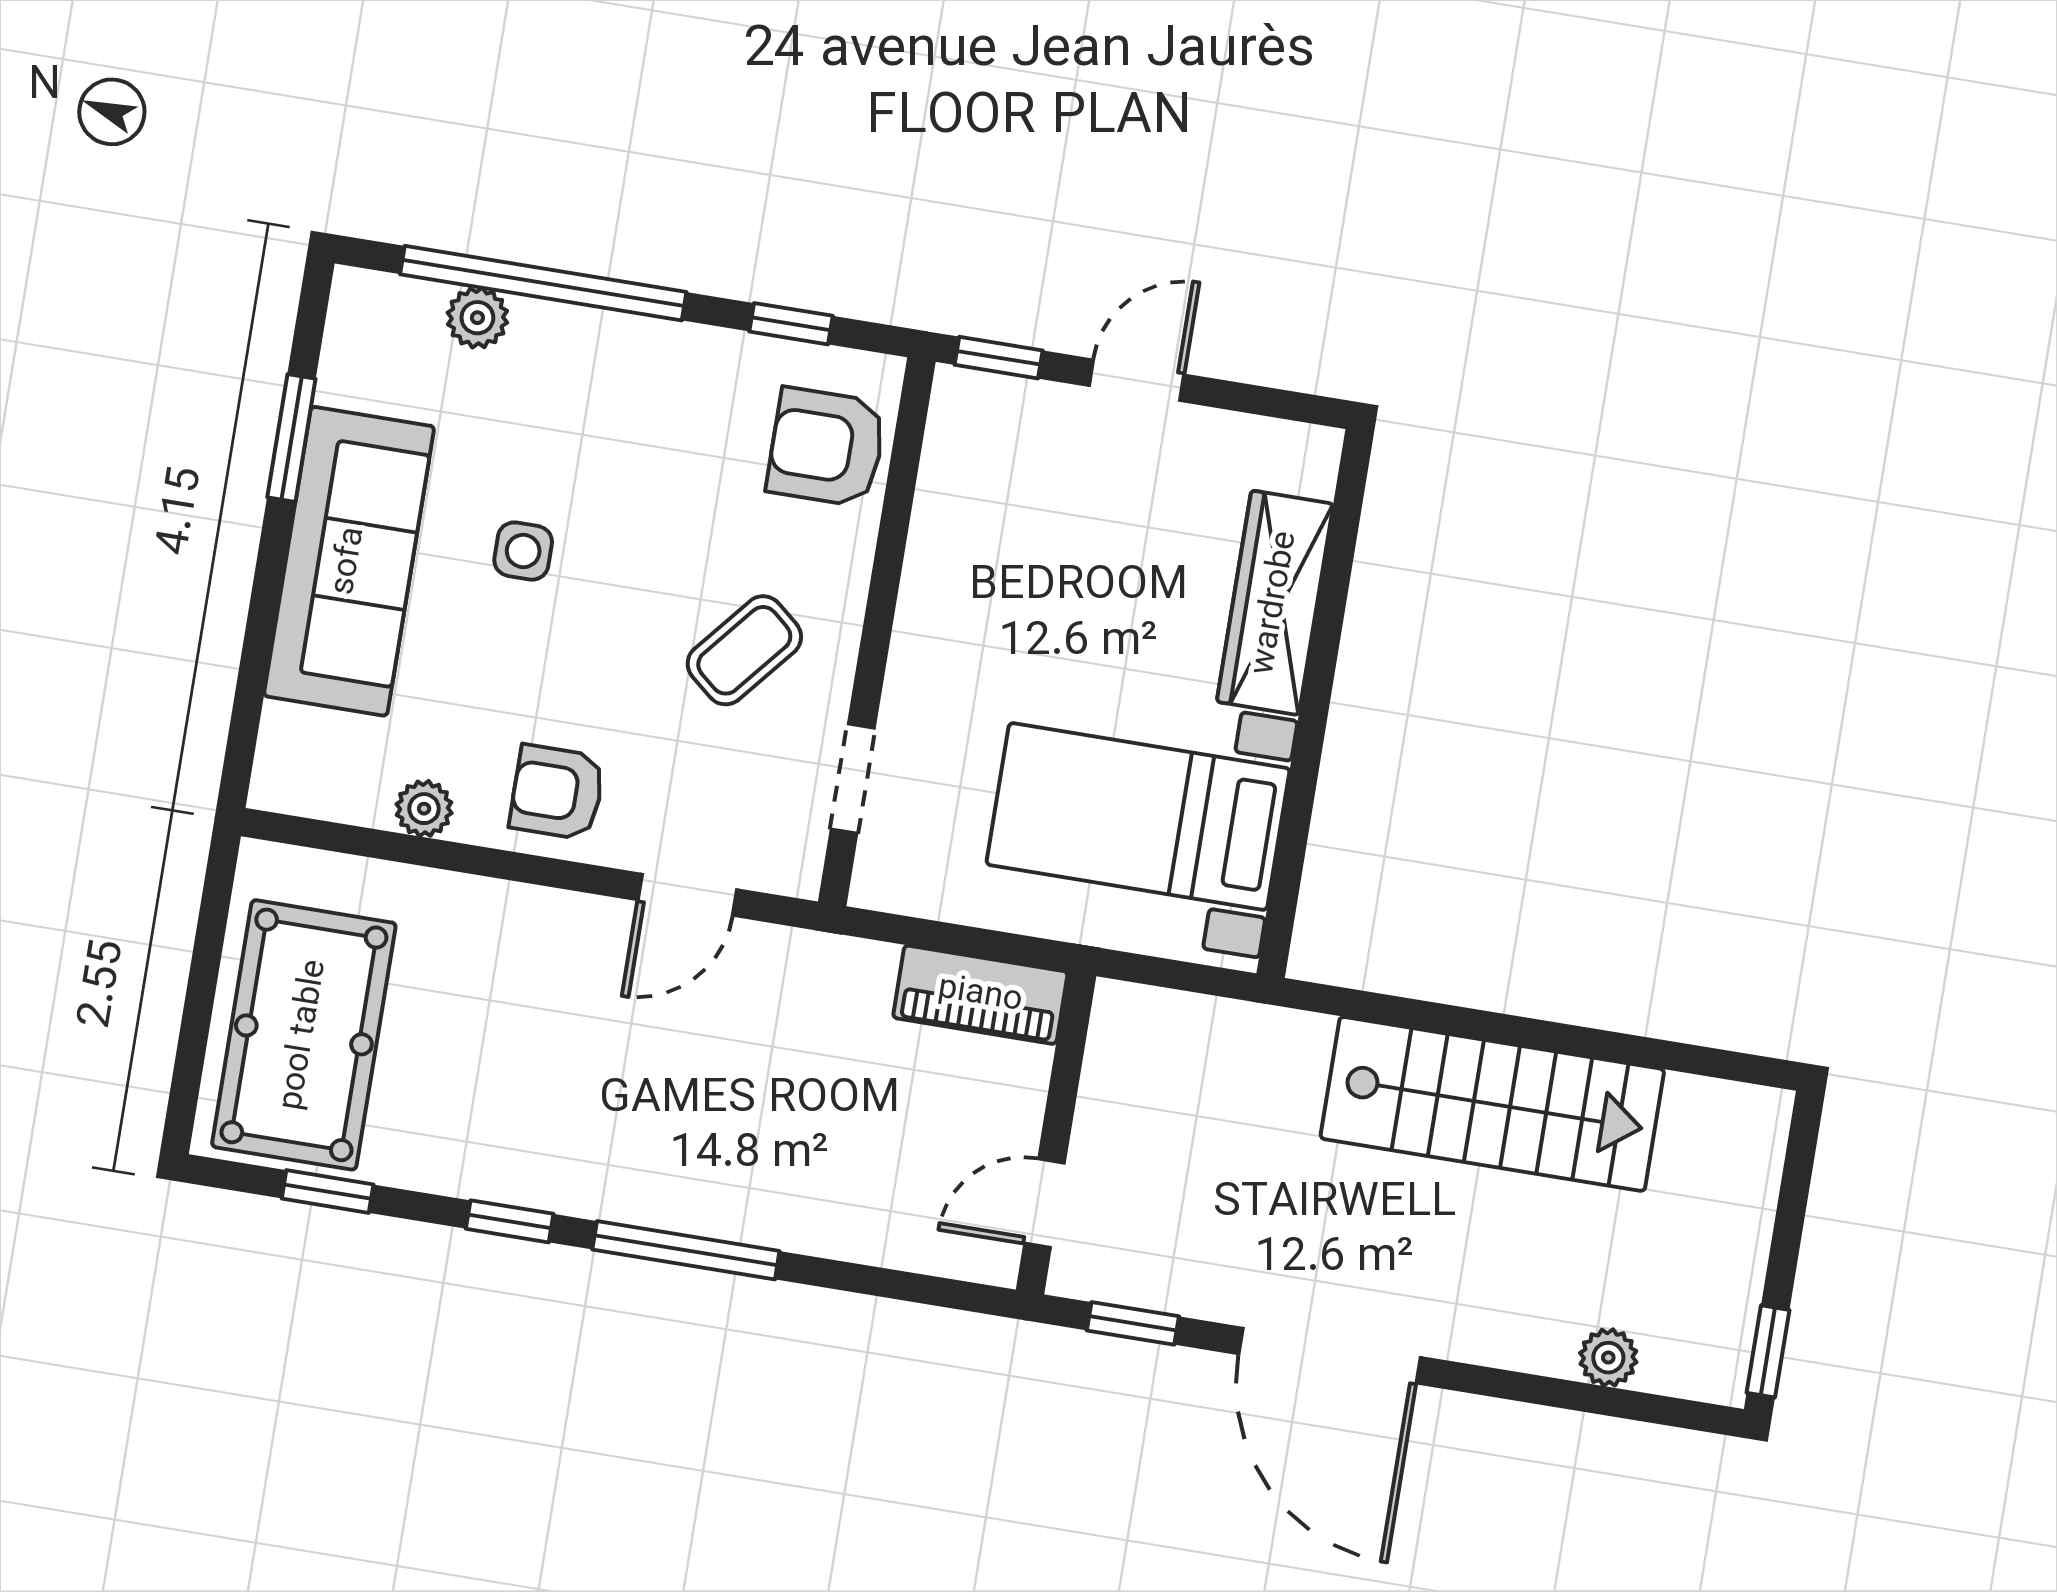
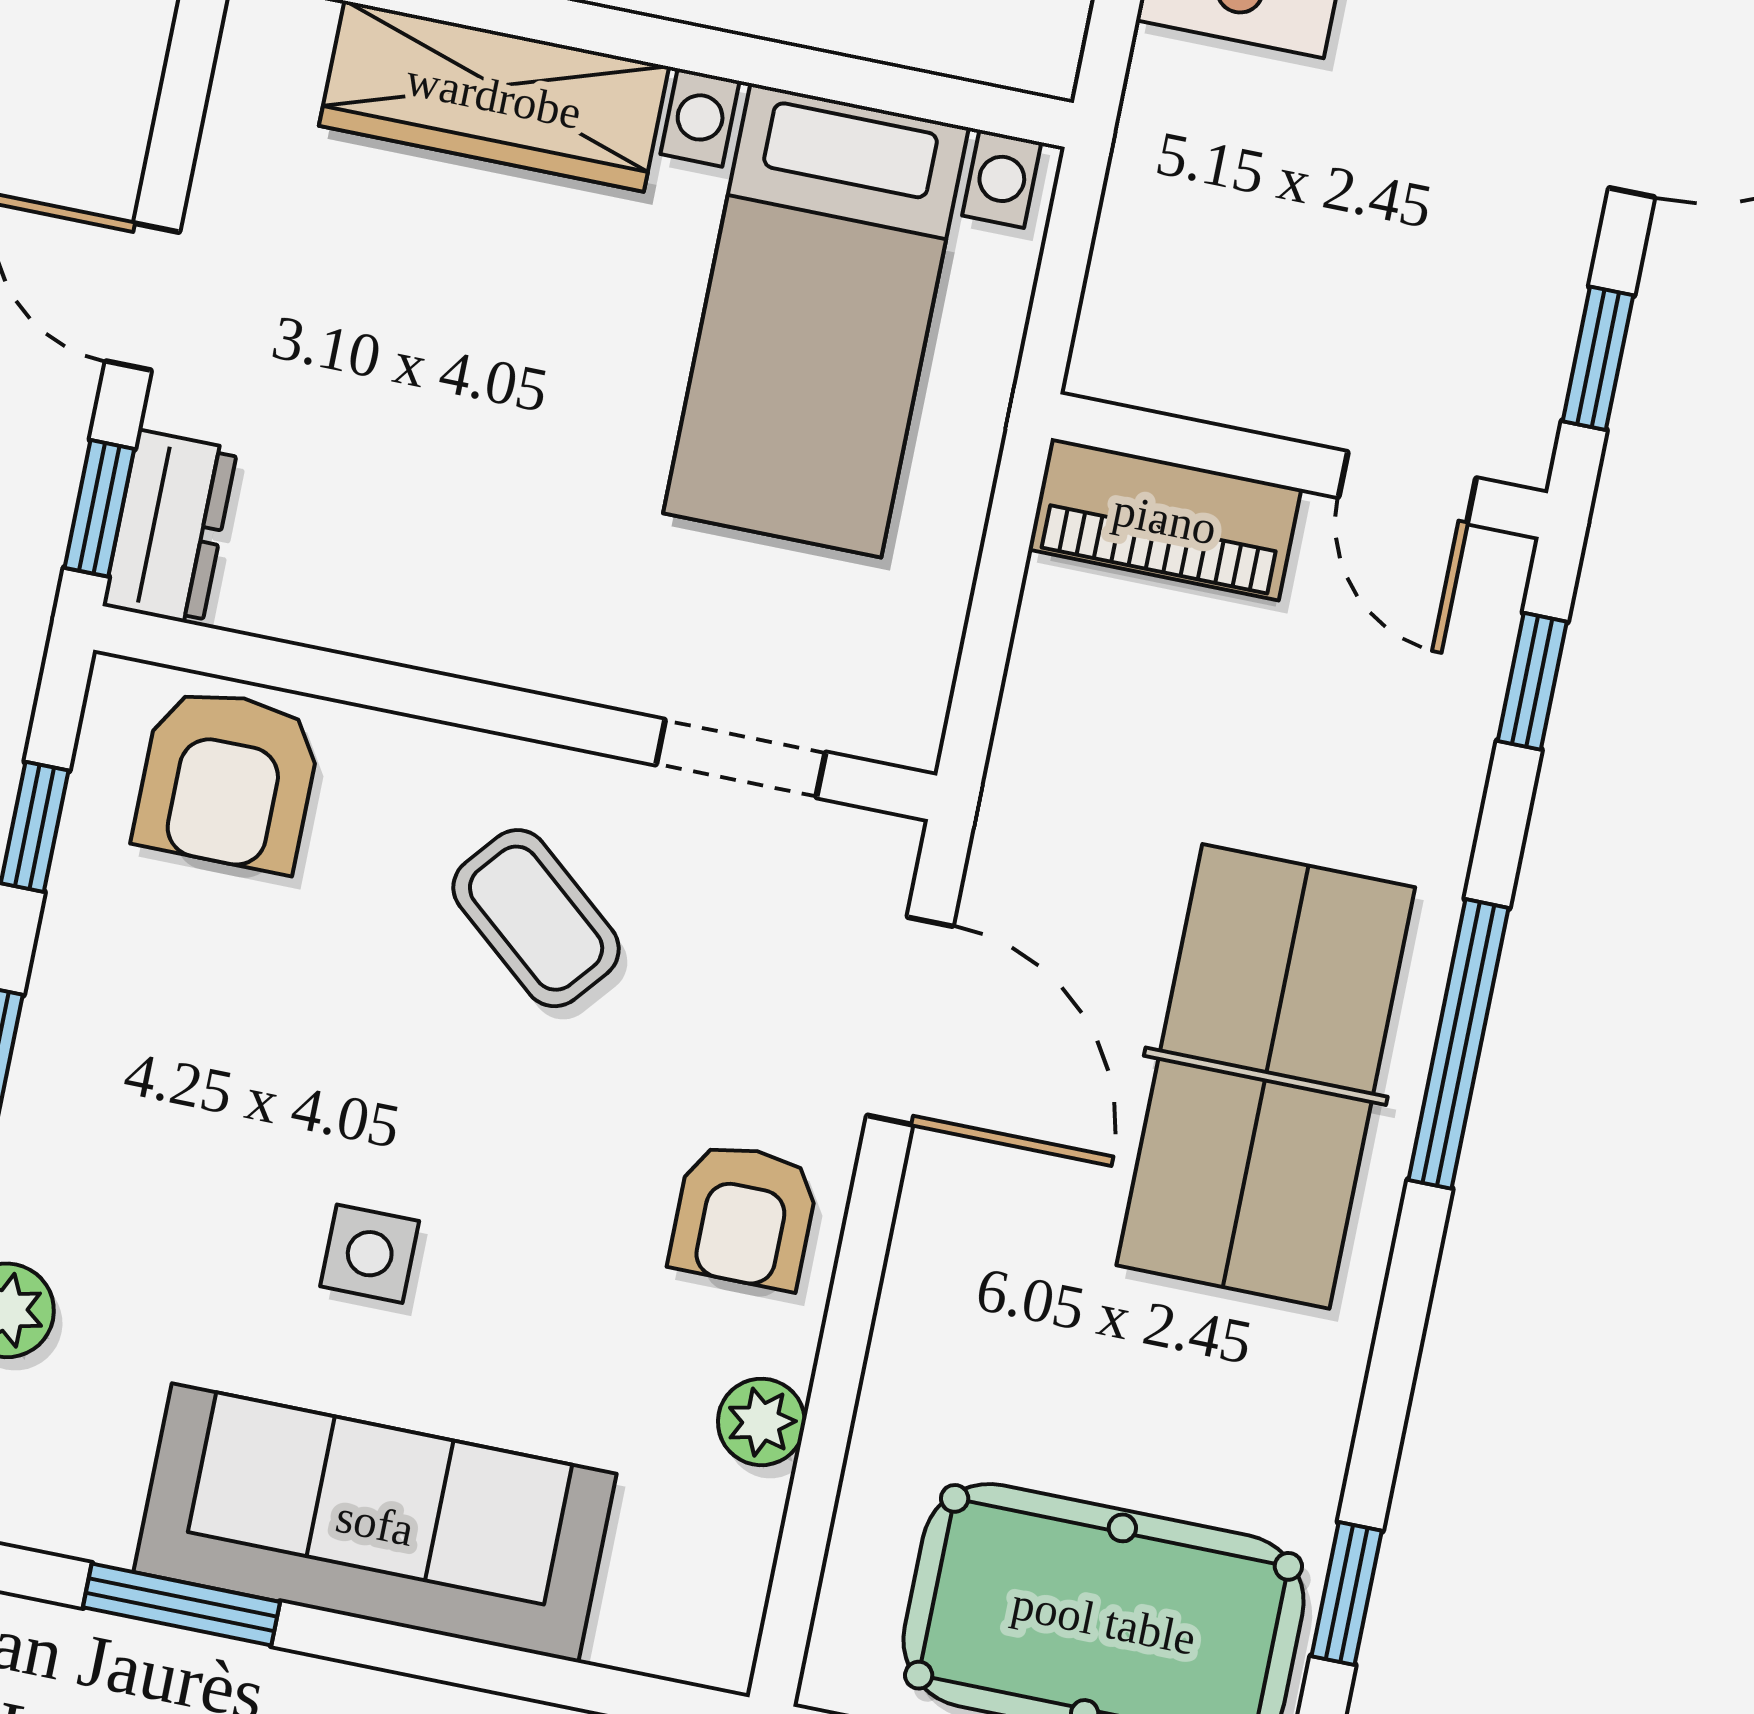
dresser: (988, 404) -> (170, 528), added
door: (687, 895) -> (910, 1021), width x1.38
piano: (980, 995) -> (1165, 519), moved, turned 90
table tennis table: (660, 1126) -> (1266, 1076), added
window: (510, 1221) -> (1532, 681), moved

